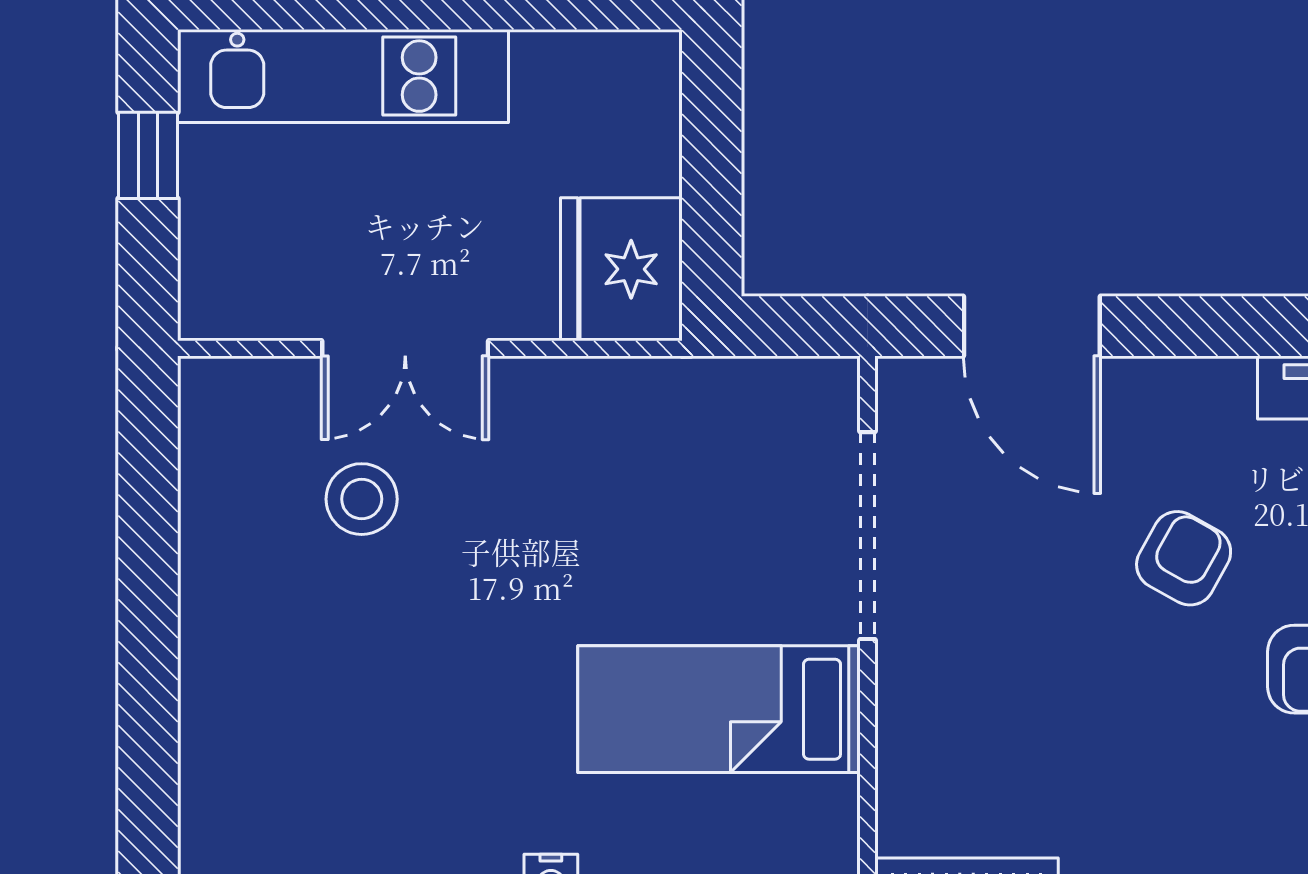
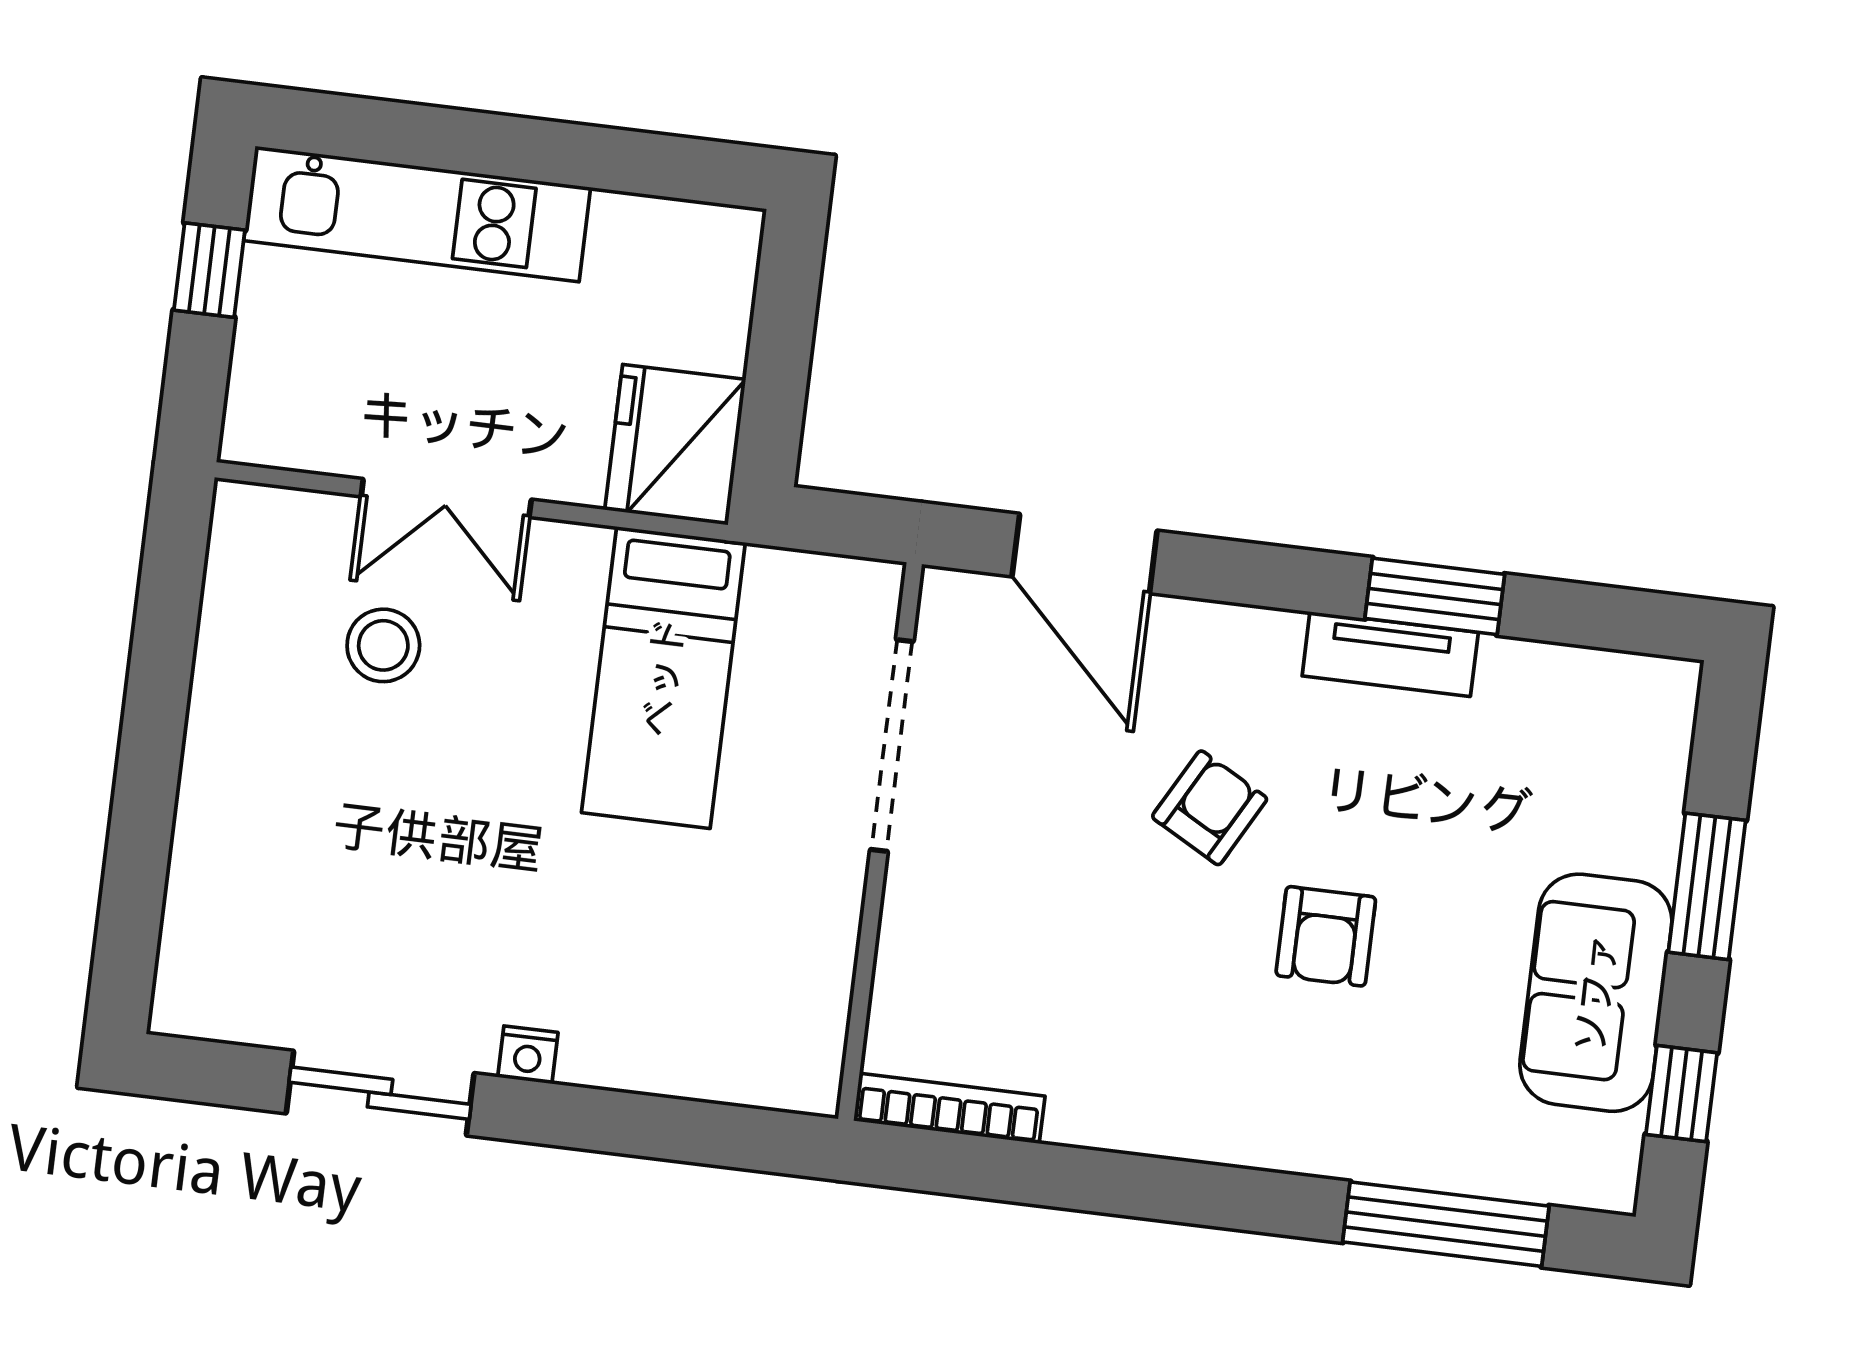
bed: (719, 709) -> (663, 678), moved, turned -90

